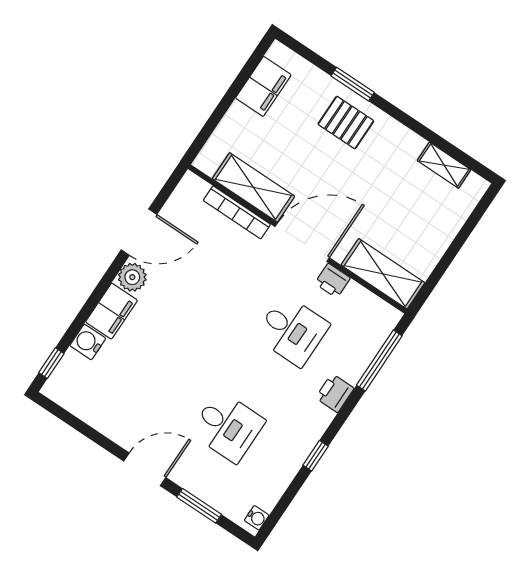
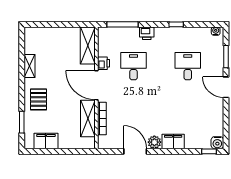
window: (353, 84) -> (22, 122), moved
shelving: (444, 165) -> (30, 66), moved
water cooler: (88, 342) -> (217, 143), moved

